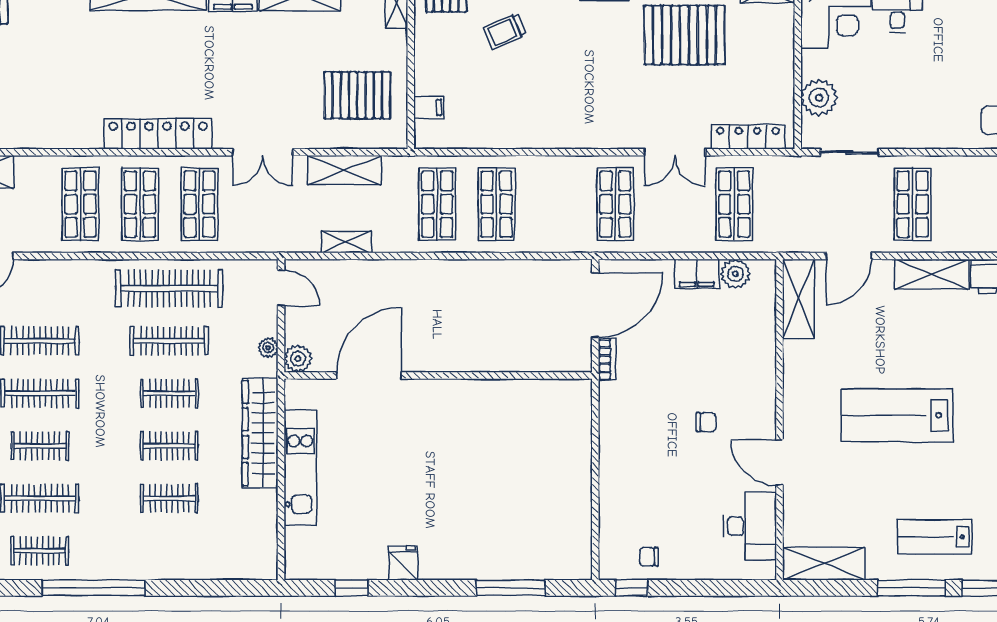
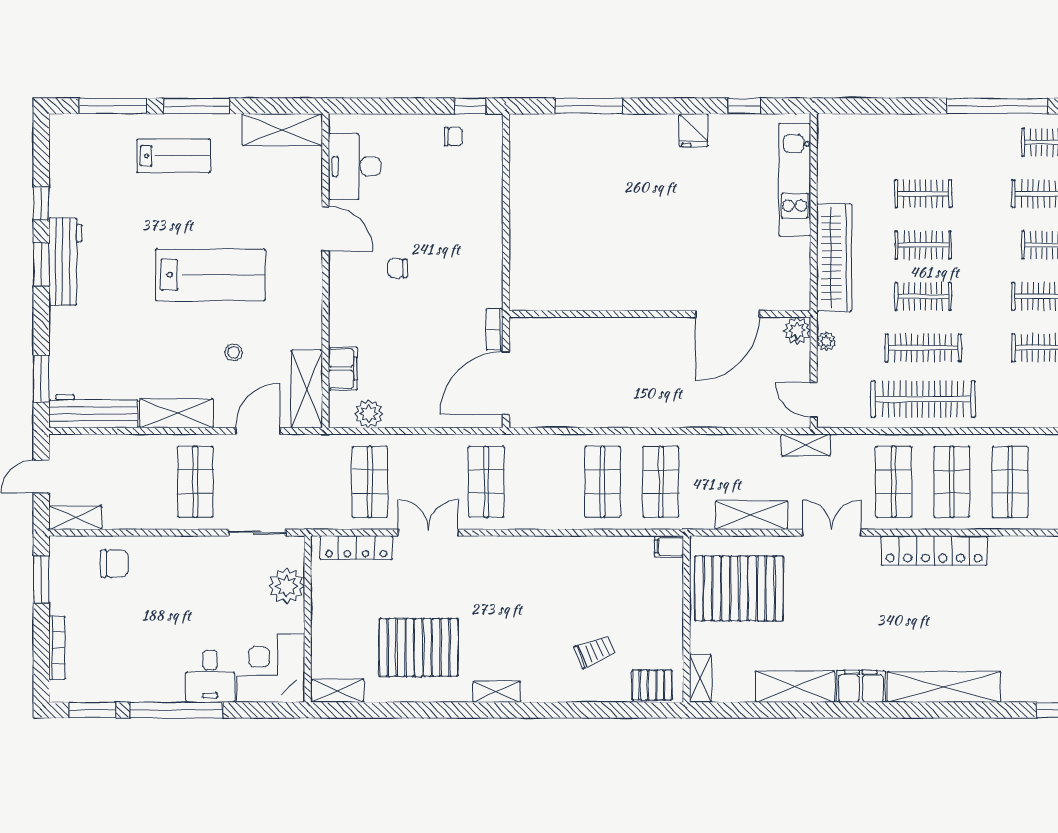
pallet: (357, 95) -> (739, 588), width x1.37, depth x1.41
filing cabinet: (429, 108) -> (669, 547), moved
shelving: (346, 242) -> (806, 445), moved
filing cabinet: (697, 274) -> (343, 369), moved, turned 90
stool: (873, 336) -> (233, 352), added
kitchen unit: (300, 467) -> (795, 180), moved

